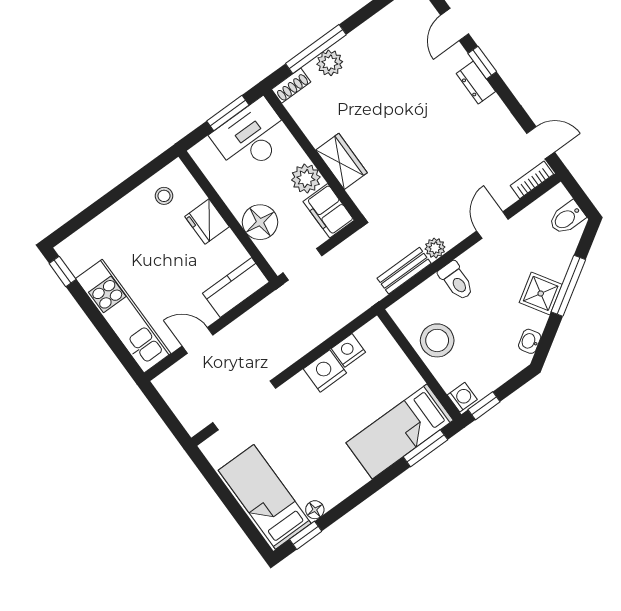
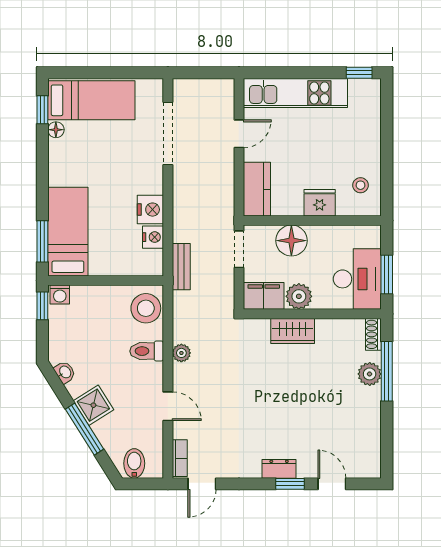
bench: (404, 271) -> (181, 267), moved
stool: (437, 340) -> (146, 308), moved

